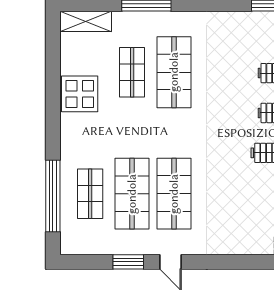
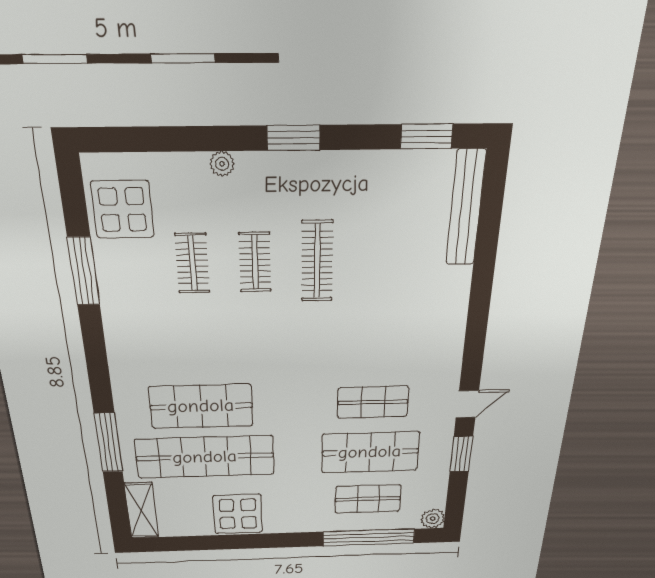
shop shelf: (132, 72) -> (205, 457), width x2.00, depth x1.36
shop shelf: (174, 194) -> (373, 402), width x0.70, depth x0.74
plant: (69, 245) -> (433, 519), added

